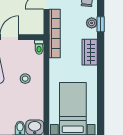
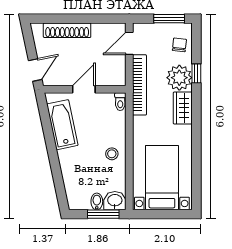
plant: (92, 23) -> (179, 78), width x1.87, depth x1.87
stool: (25, 79) -> (112, 154), moved

